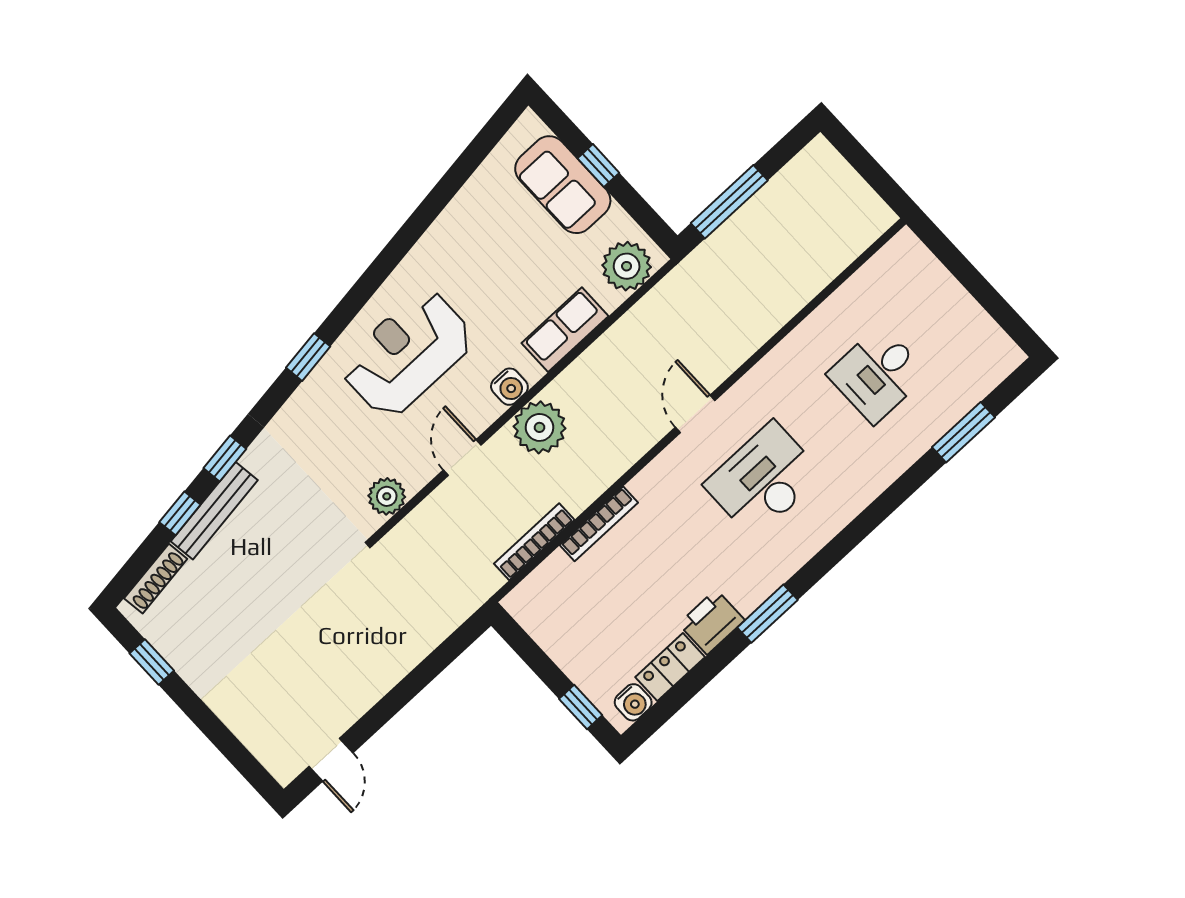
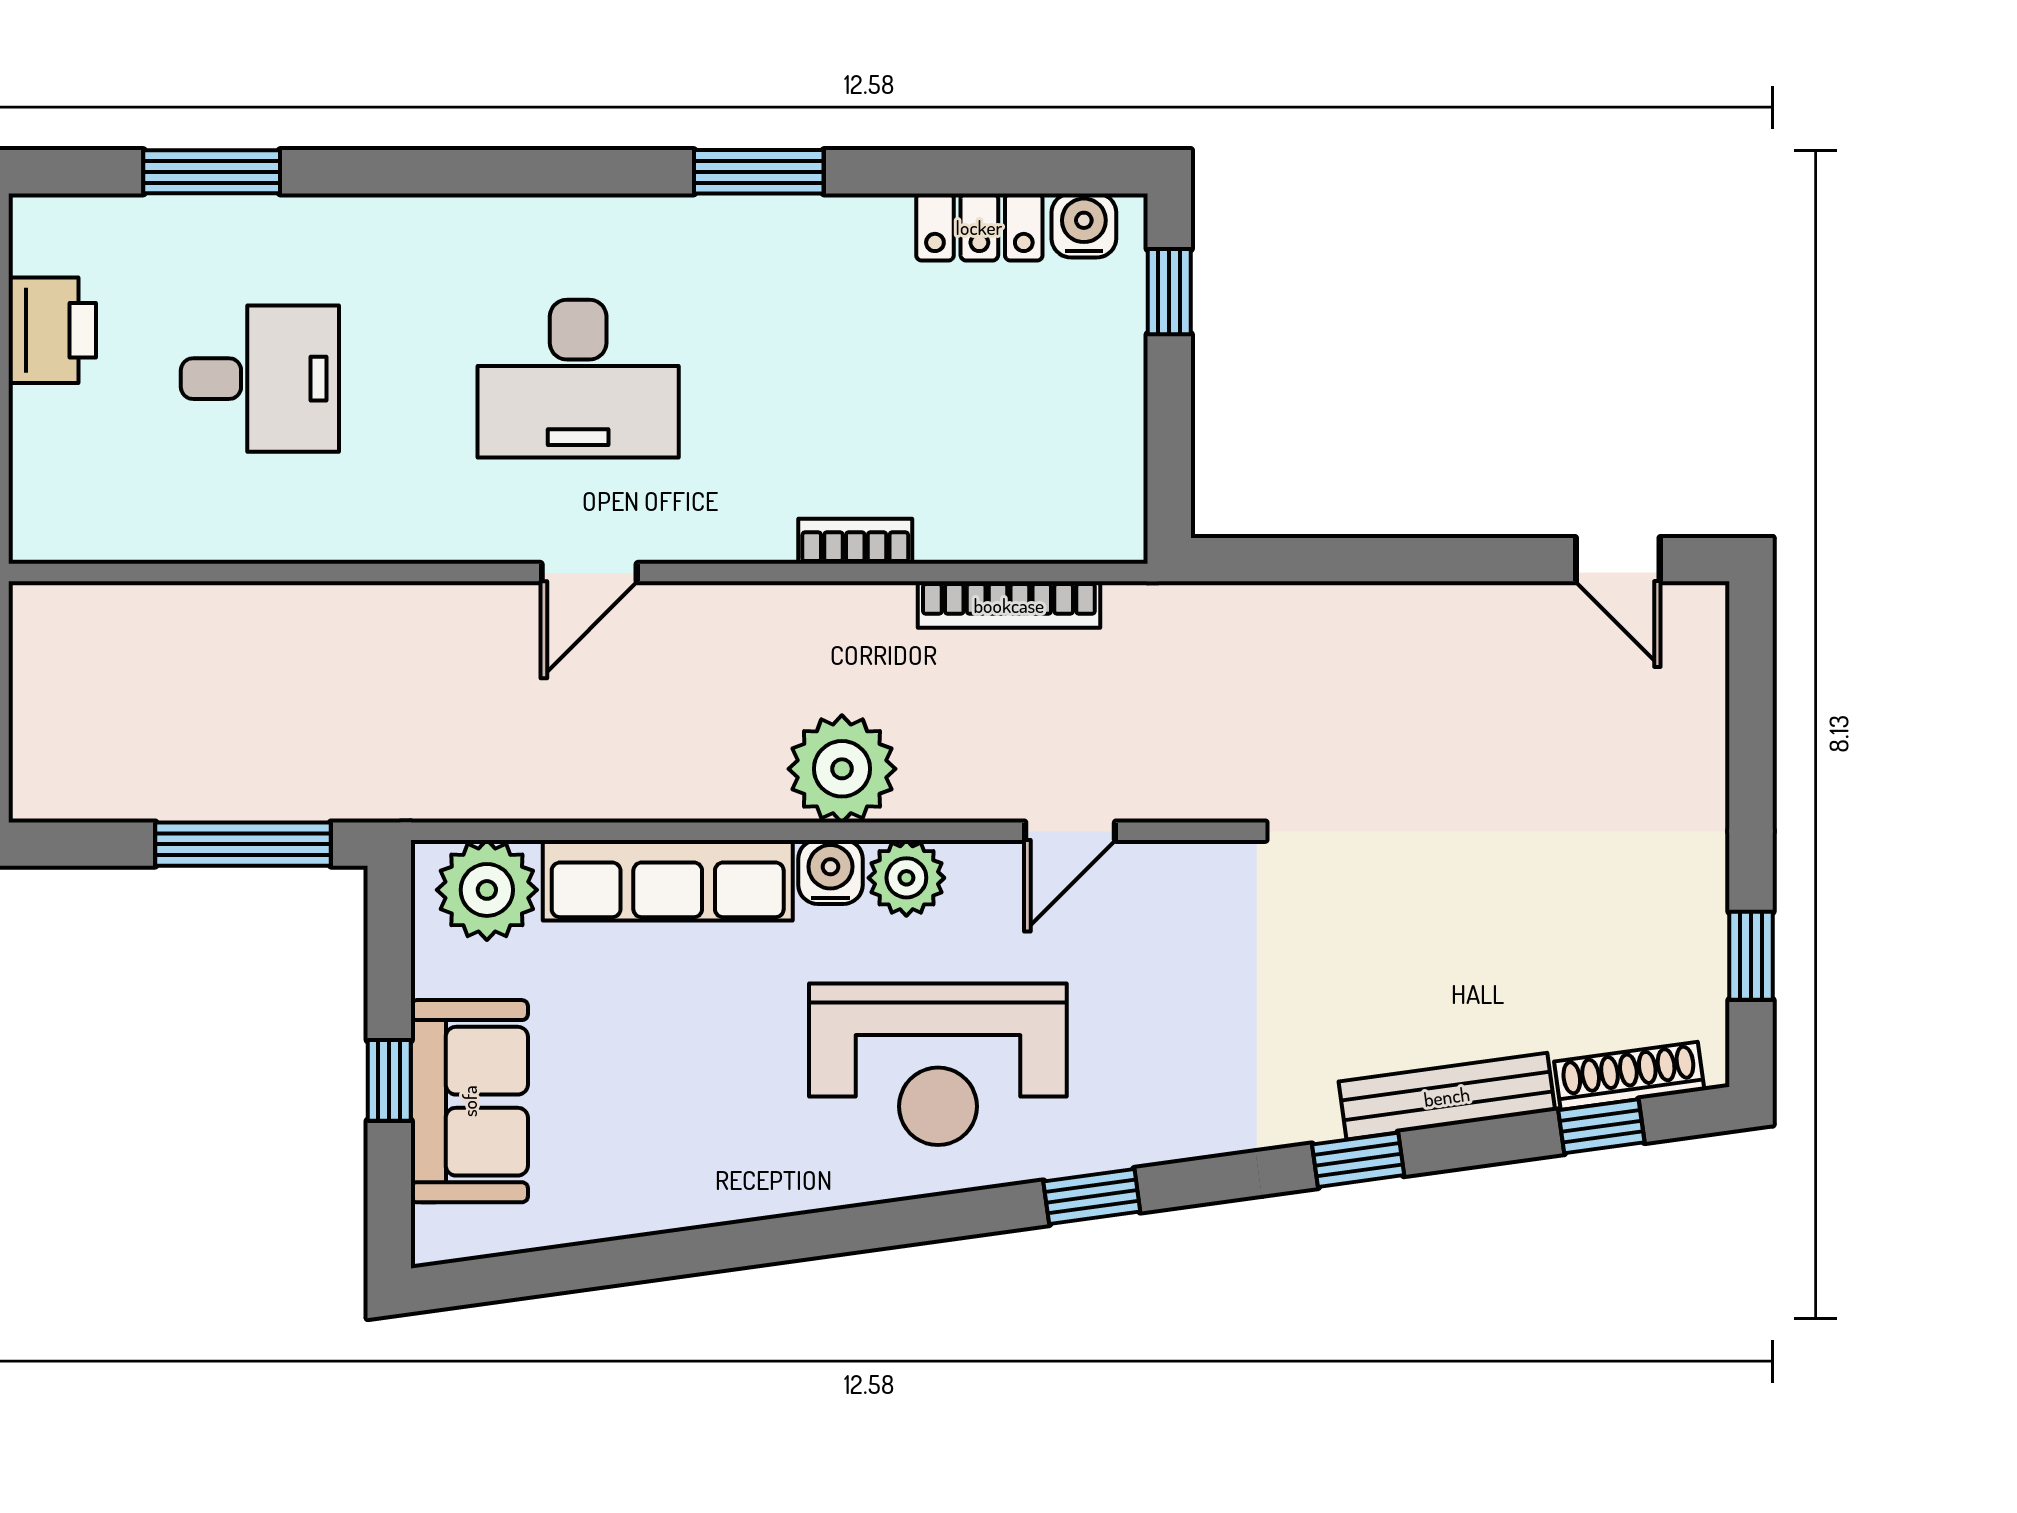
row of seats: (565, 330) -> (668, 880), width x1.48
door: (462, 457) -> (1070, 831), moved
plant: (387, 496) -> (906, 878), moved
window: (180, 513) -> (1601, 1126), moved
bookcase: (599, 524) -> (855, 541), width x0.64
printer: (712, 622) -> (52, 330), moved, turned -90
door: (331, 760) -> (1618, 560), swing flipped

